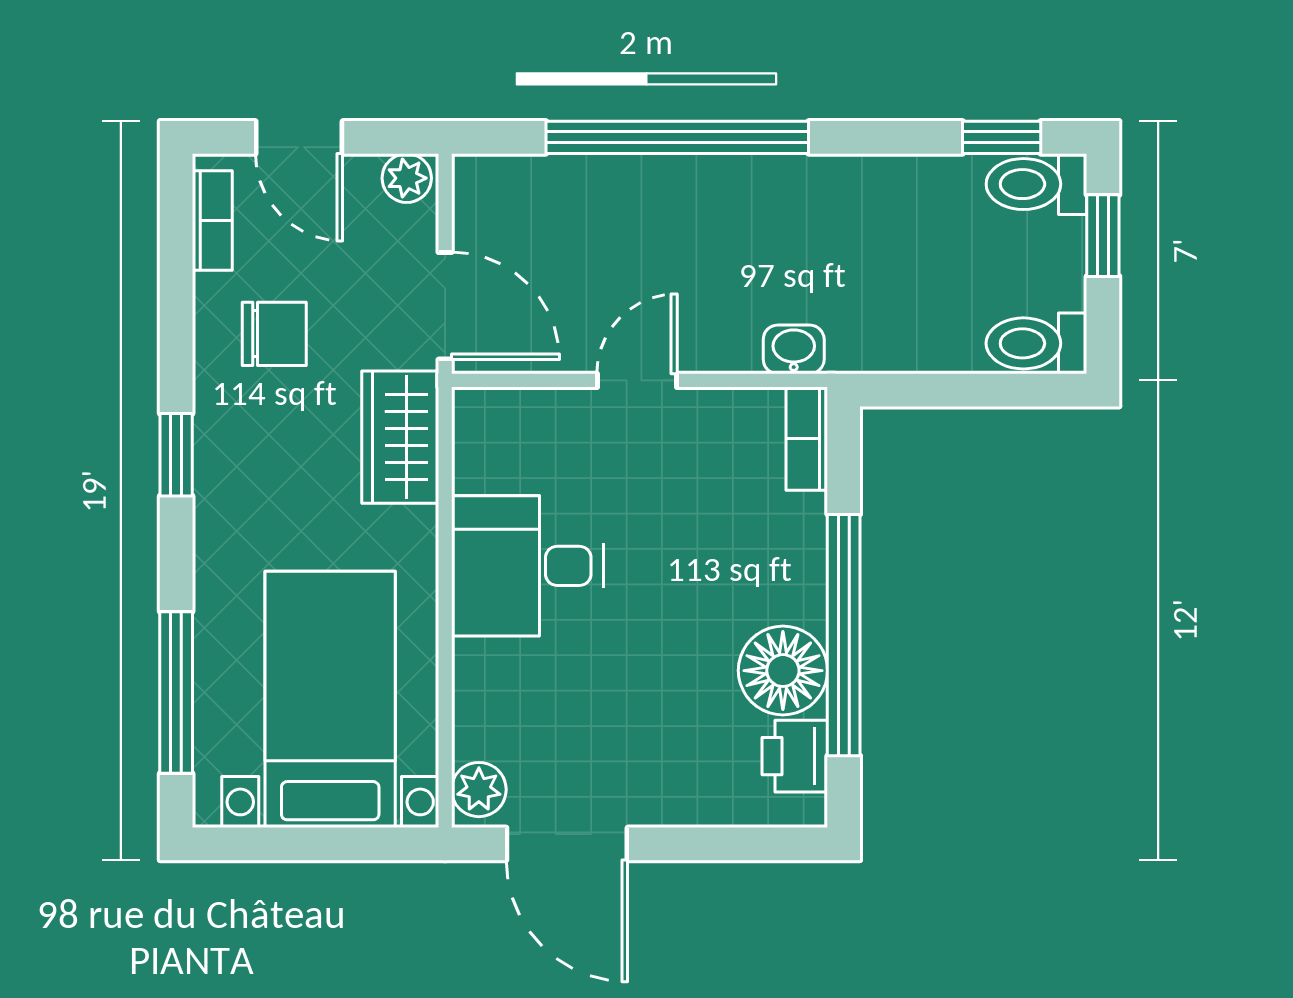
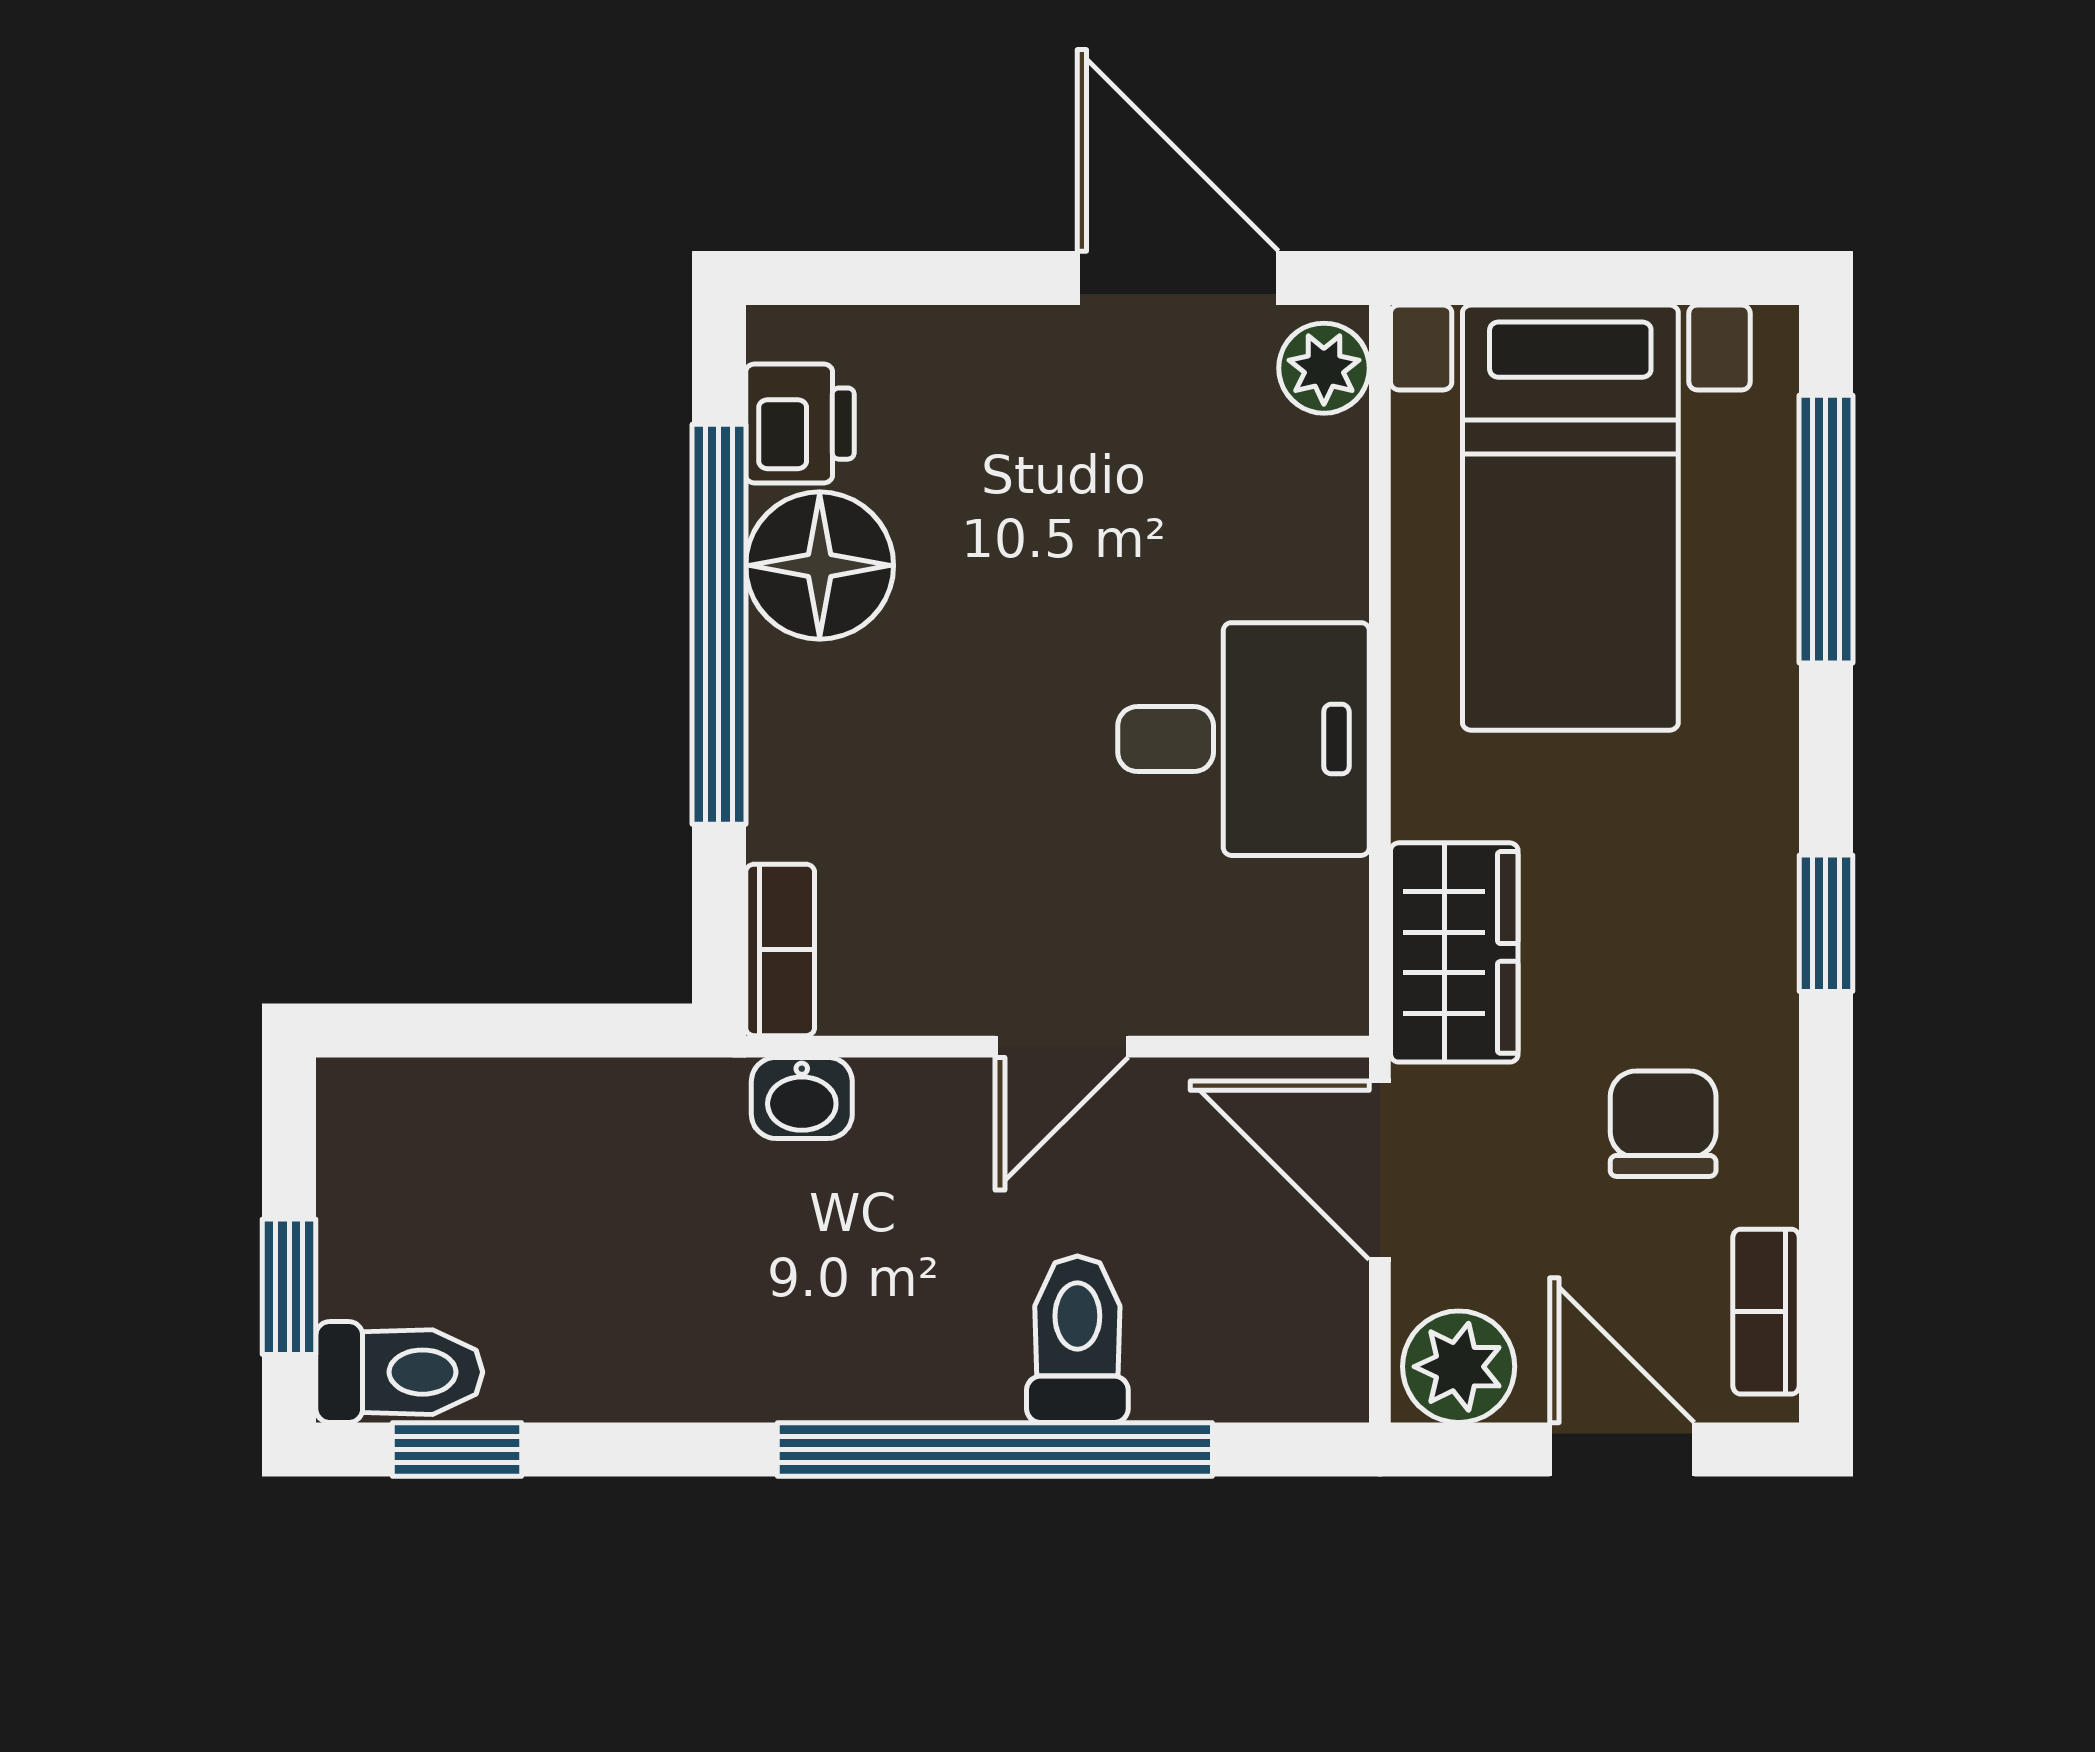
plant: (407, 178) -> (1459, 1367), width x1.38, depth x1.38
chair: (274, 334) -> (1663, 1124), turned 90
toilet: (1036, 343) -> (1077, 1339), moved, turned -90

